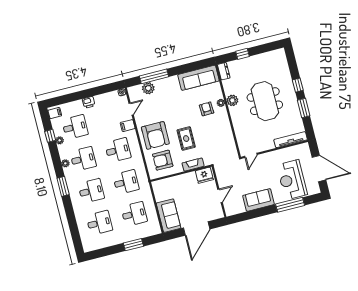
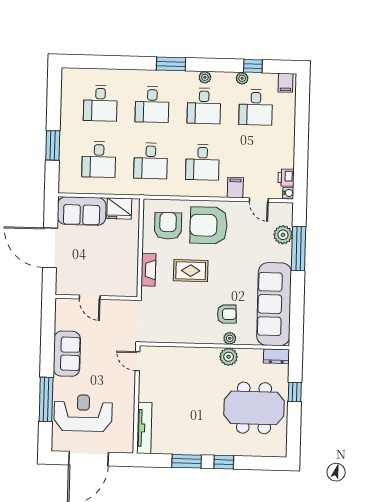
sofa: (199, 78) -> (274, 304), width x1.36, depth x1.27
meeting table: (265, 101) -> (254, 408), moved
printer: (89, 102) -> (286, 178), moved
fridge: (204, 175) -> (119, 208), moved, turned -90

